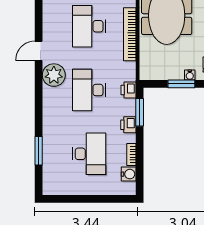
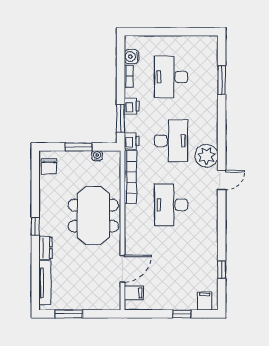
desk: (89, 26) -> (171, 205), turned 180
bookcase: (130, 34) -> (130, 177), moved
water cooler: (190, 75) -> (97, 156), moved

